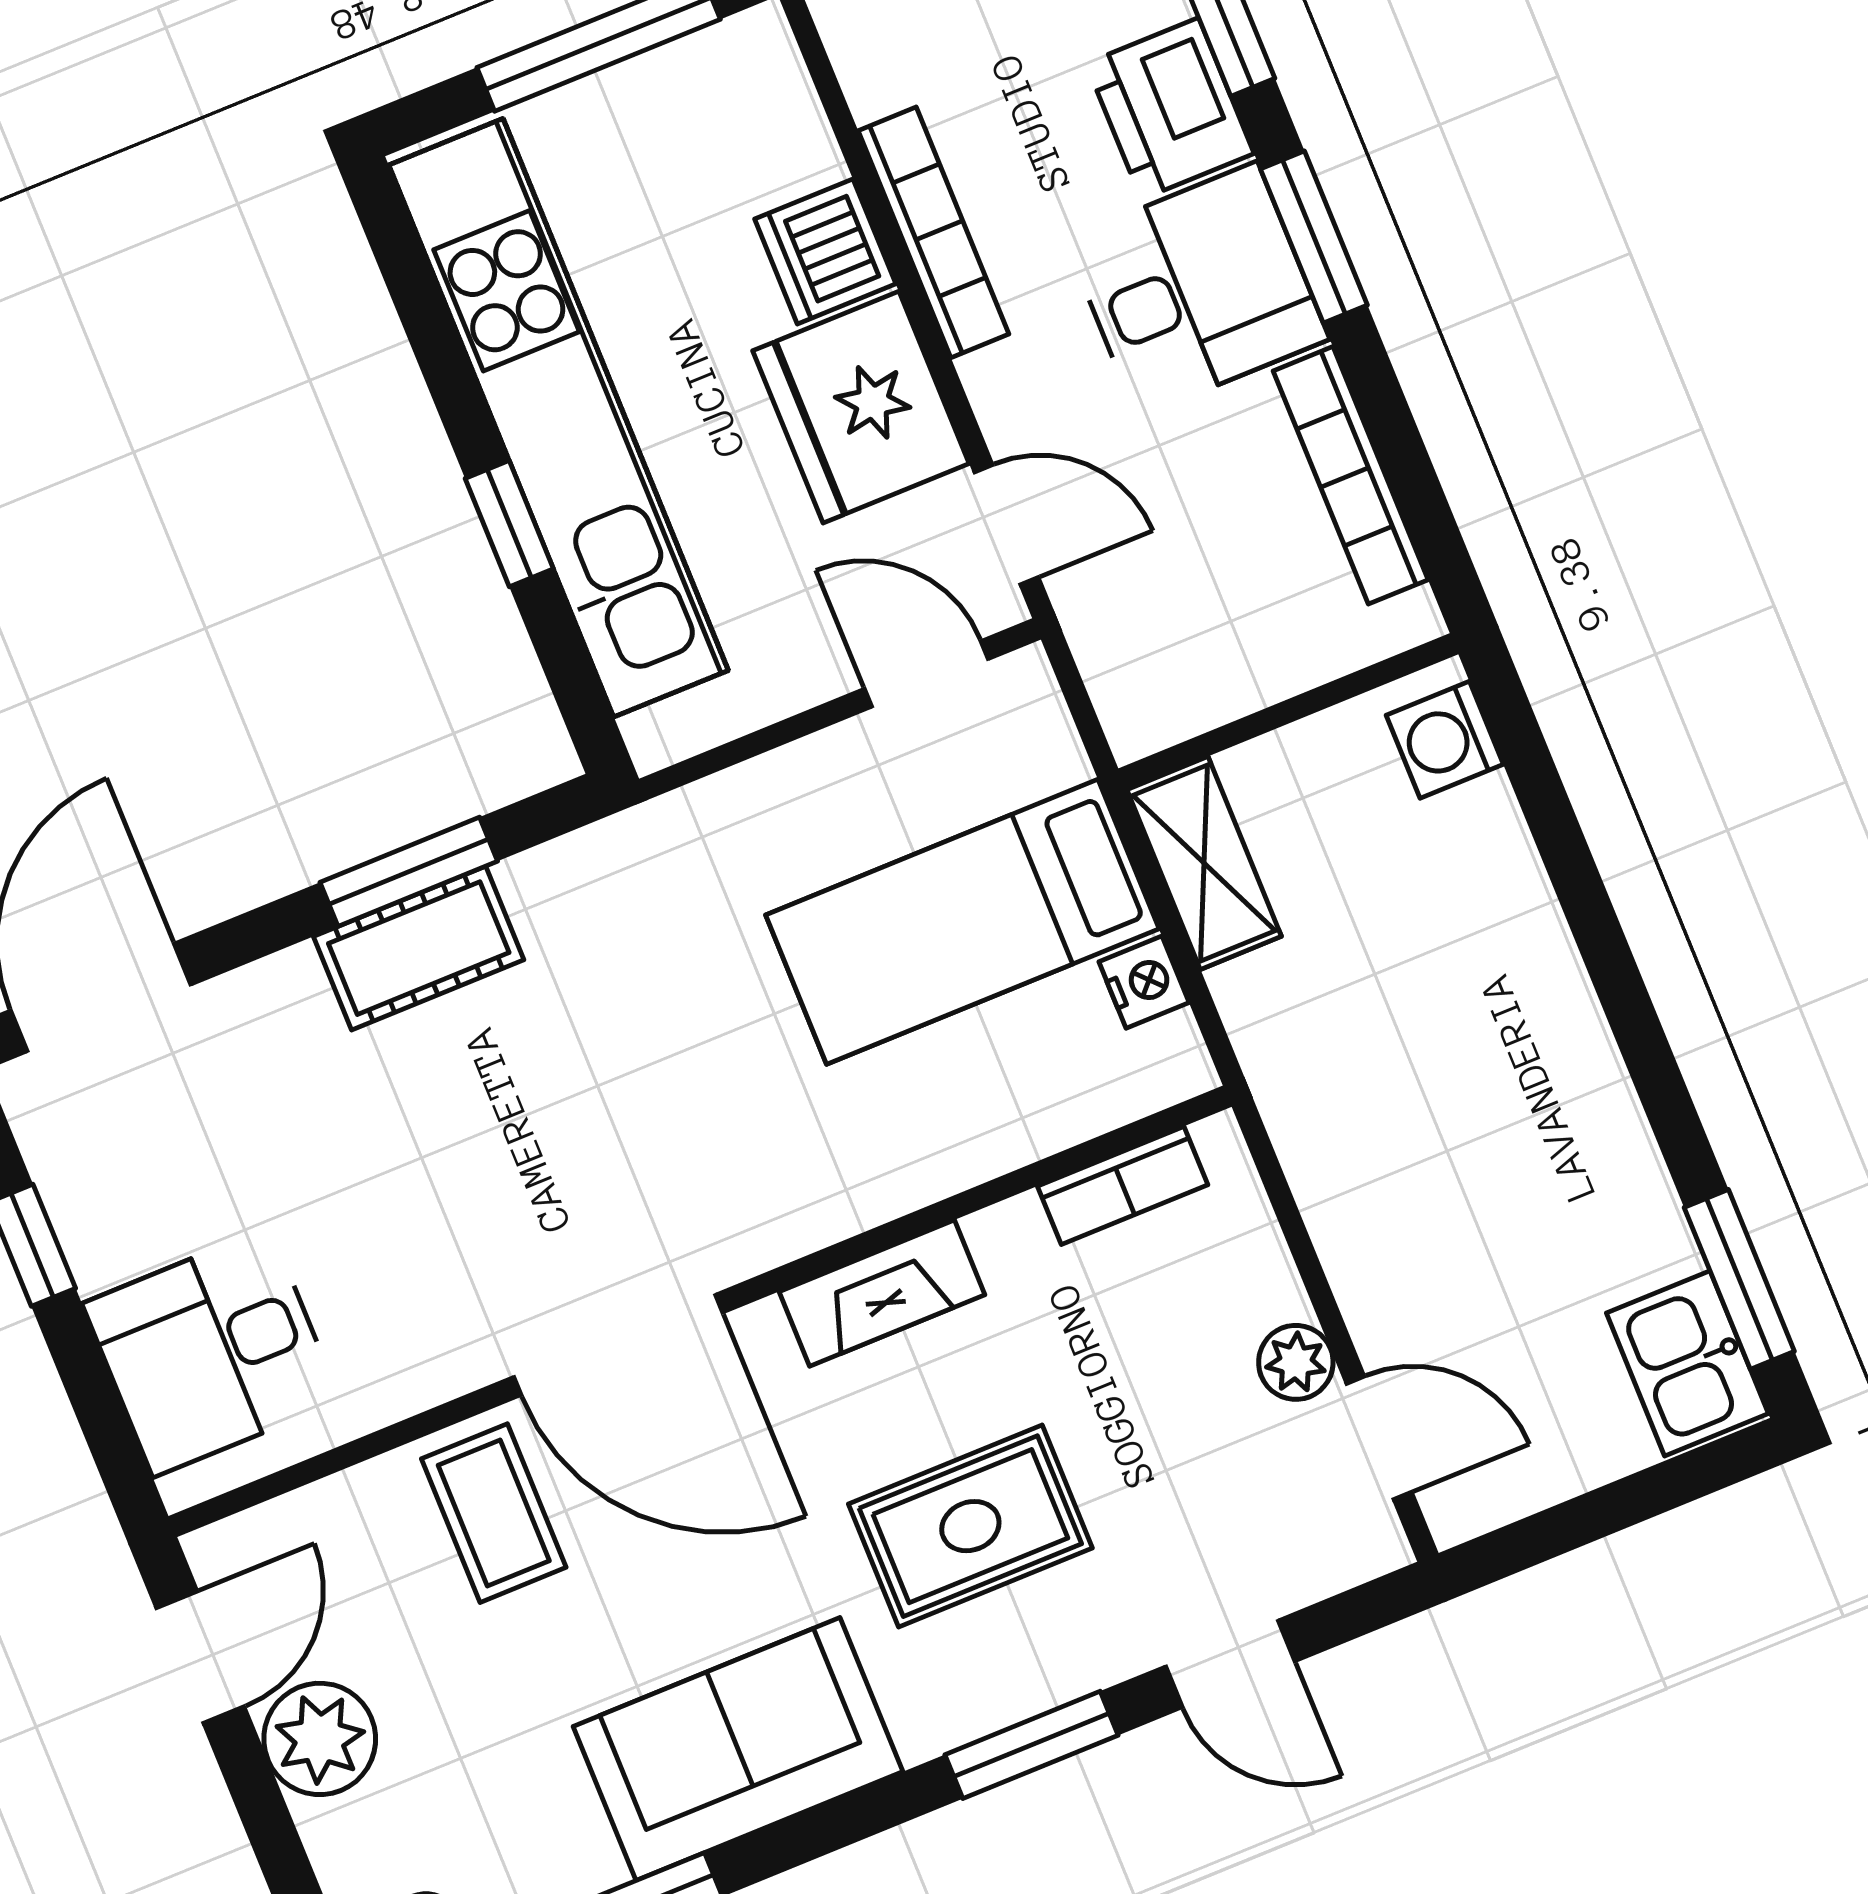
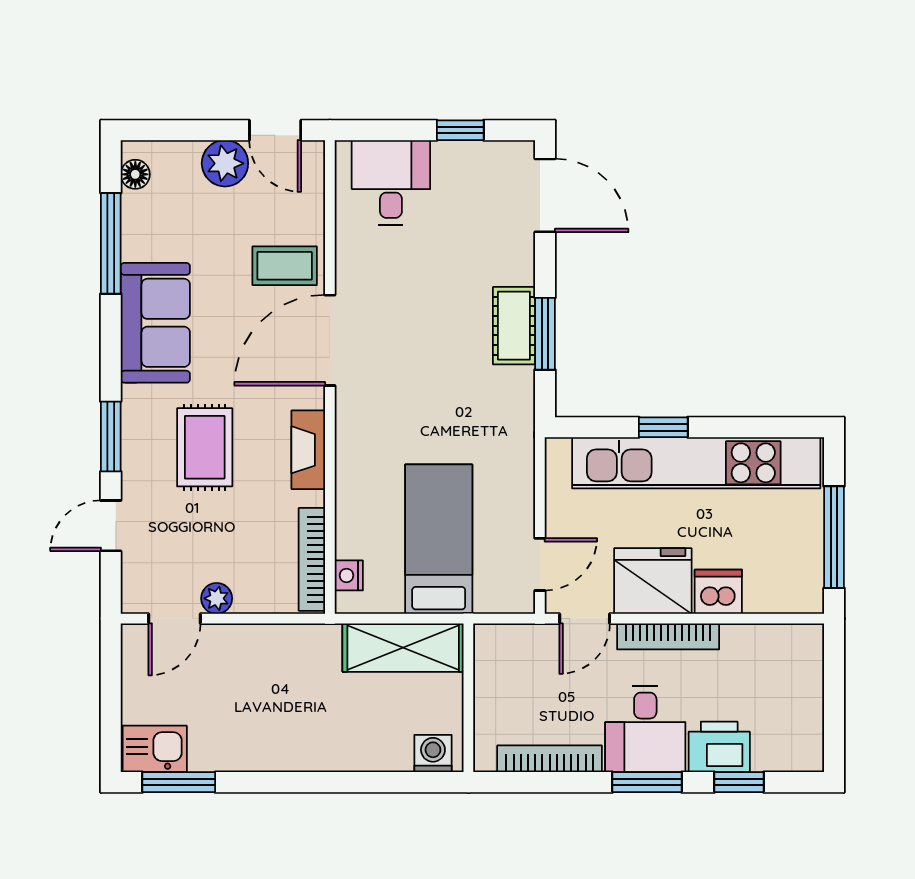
bookcase: (933, 232) -> (668, 636), moved
shelving: (1204, 863) -> (403, 648), width x1.50, depth x1.33
nightstand: (1144, 982) -> (349, 575), moved, turned 90
bookcase: (1123, 1186) -> (312, 559), width x1.56

